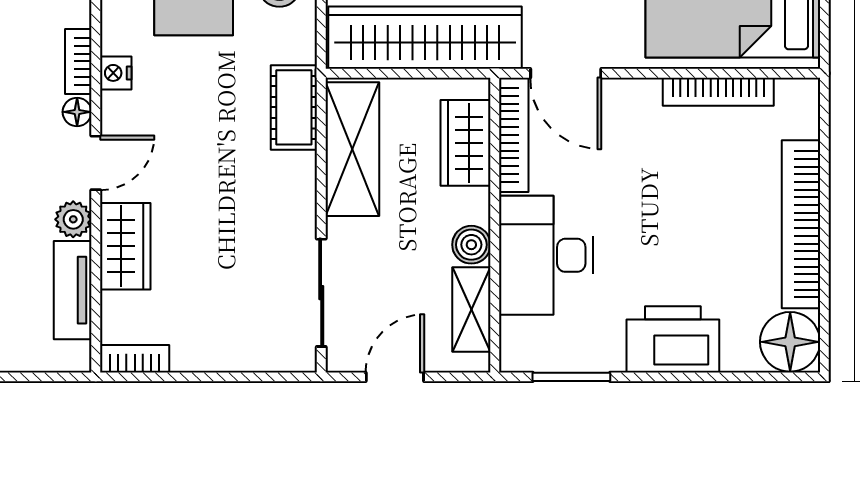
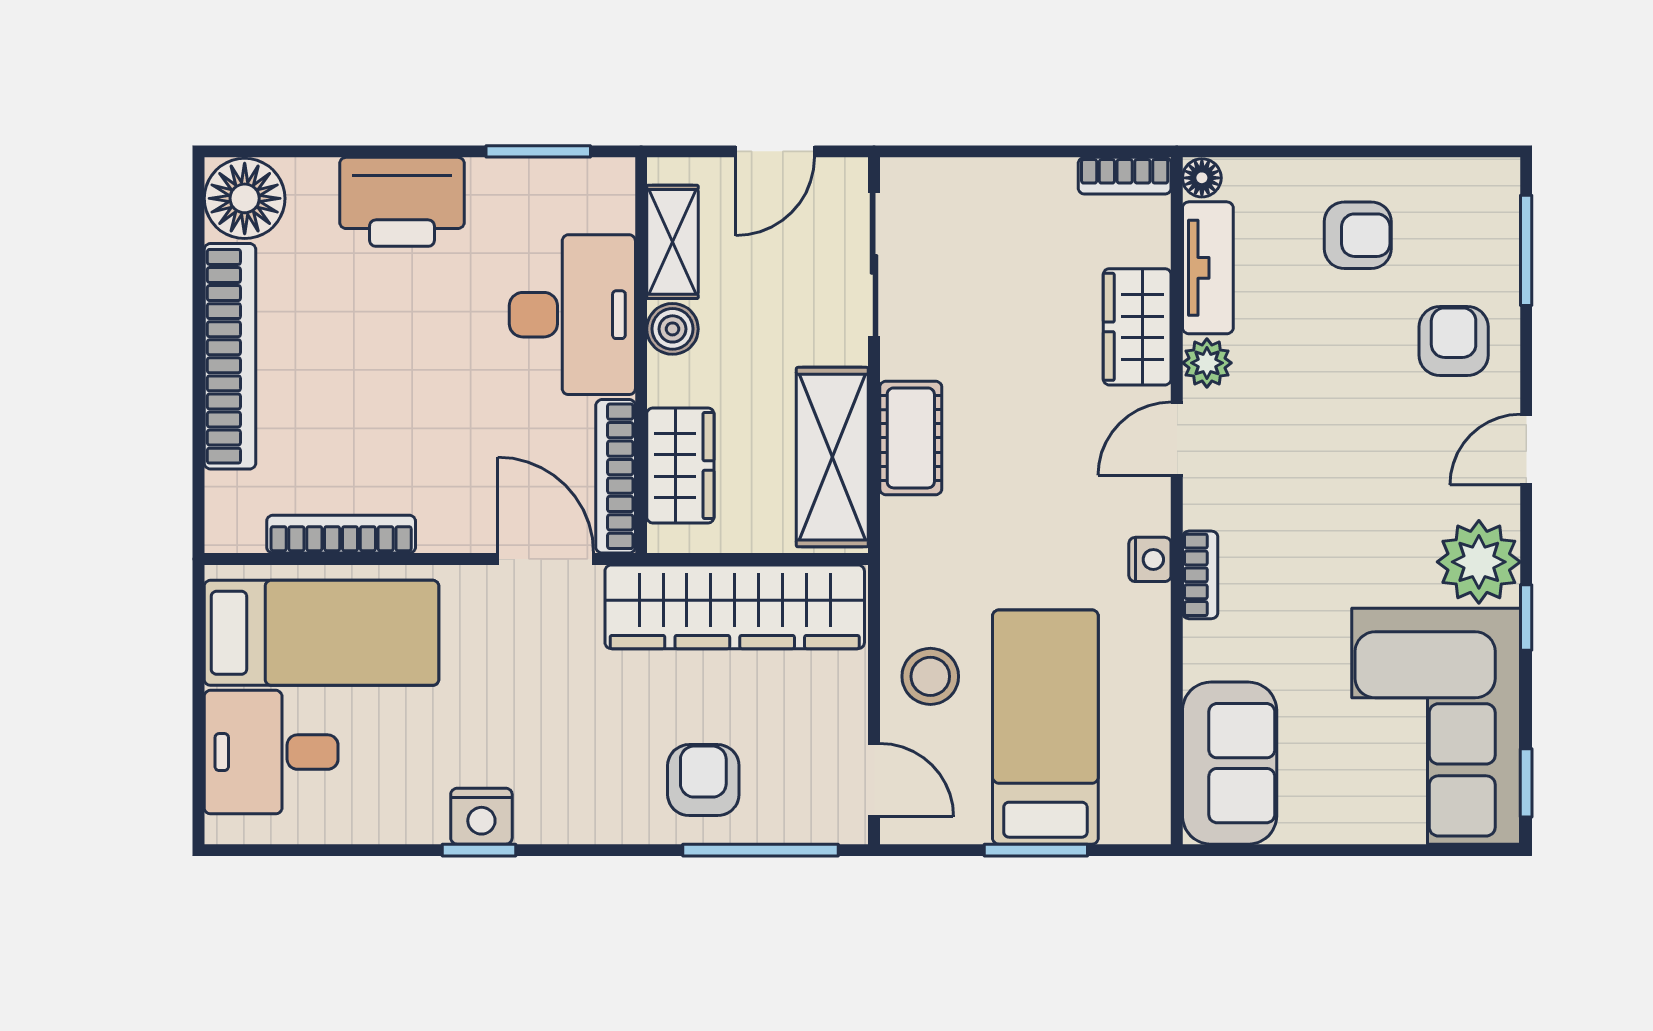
cot: (294, 107) -> (911, 438), moved
floor lamp: (77, 112) -> (1202, 178), moved

